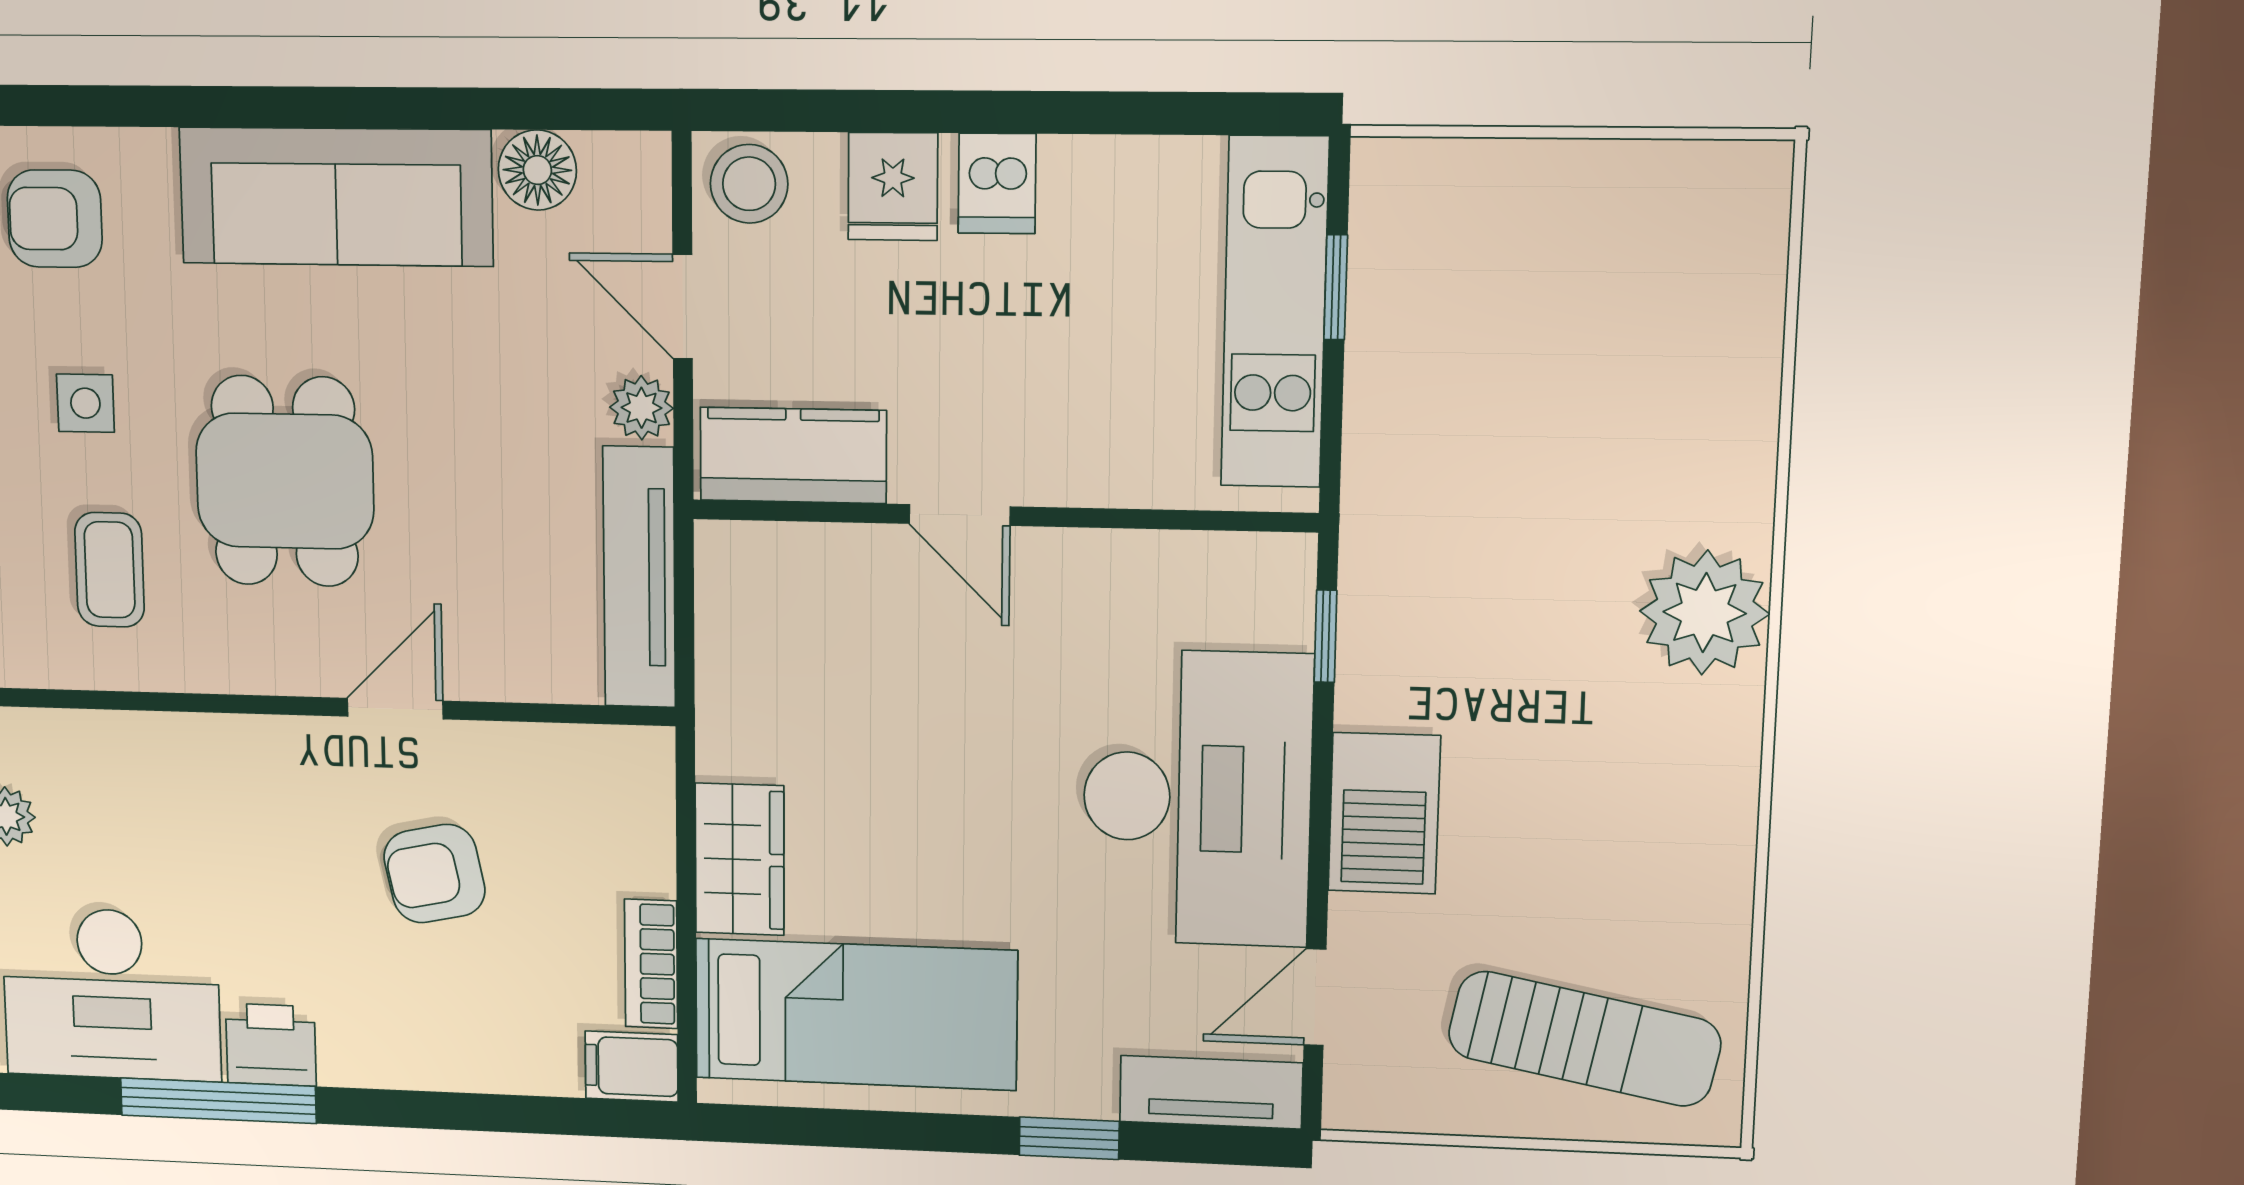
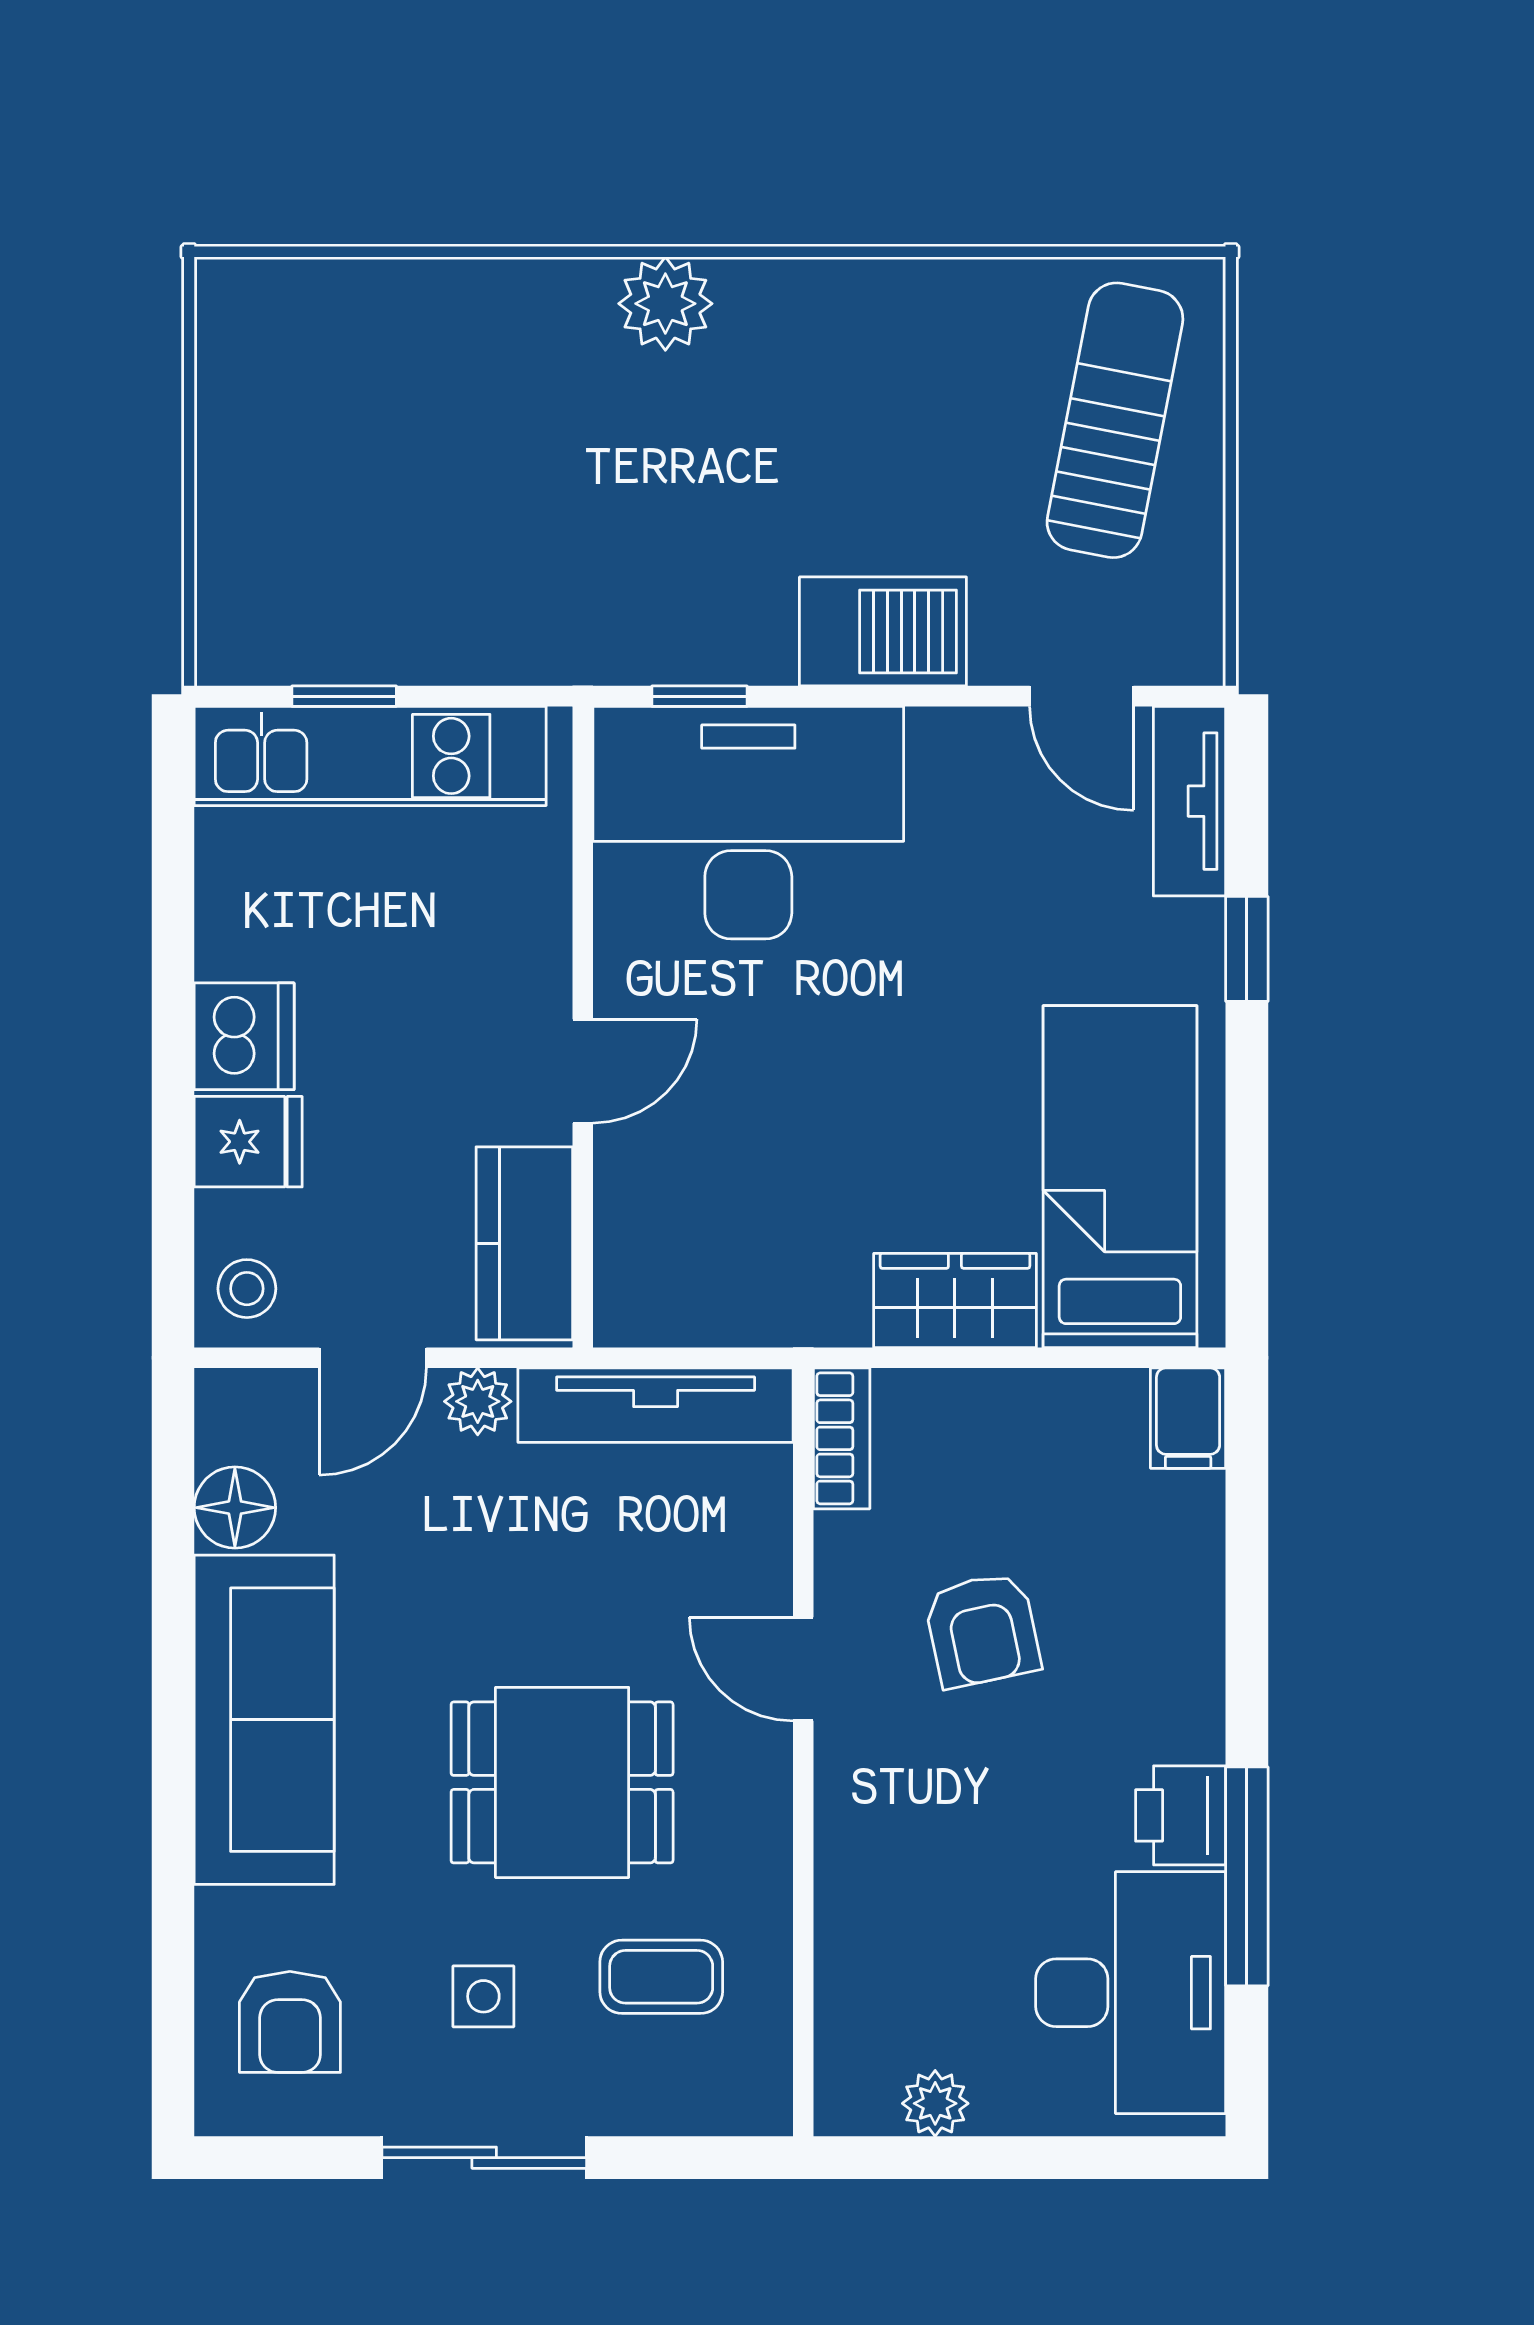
dishwasher: (997, 183) -> (244, 1036), width x1.38
stool: (749, 184) -> (247, 1289), width x0.73, depth x0.73
plant: (1705, 613) -> (665, 304), width x0.73, depth x0.73
desk: (1197, 798) -> (748, 823), moved
bookcase: (651, 964) -> (842, 1438), moved, turned -90

